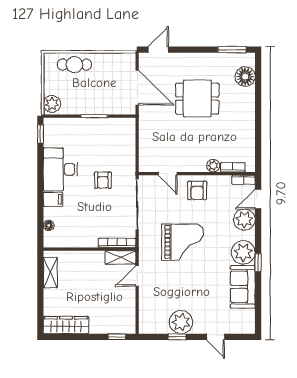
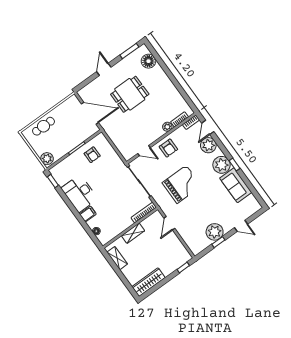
door: (158, 50) -> (104, 69), moved
armchair: (103, 180) -> (92, 155), moved
shelving: (120, 257) -> (133, 233), moved

